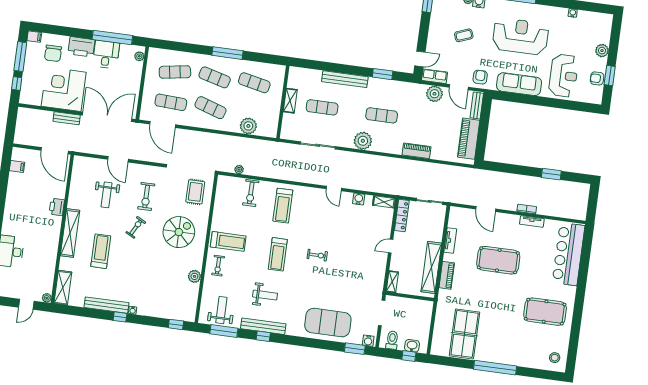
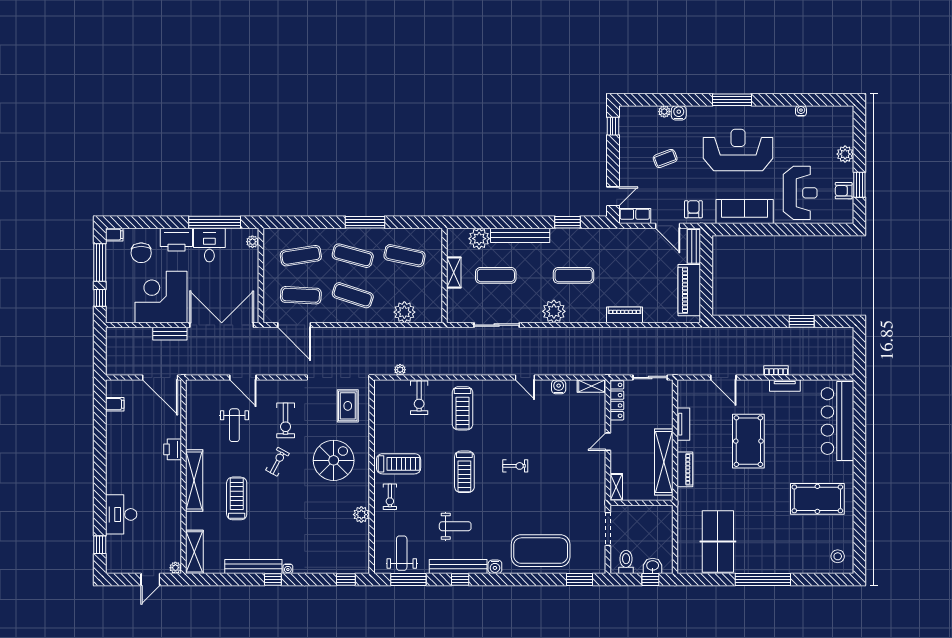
plant: (435, 94) -> (479, 239), moved
pool table: (498, 260) -> (748, 441), turned 90
water cooler: (368, 341) -> (495, 567), moved

